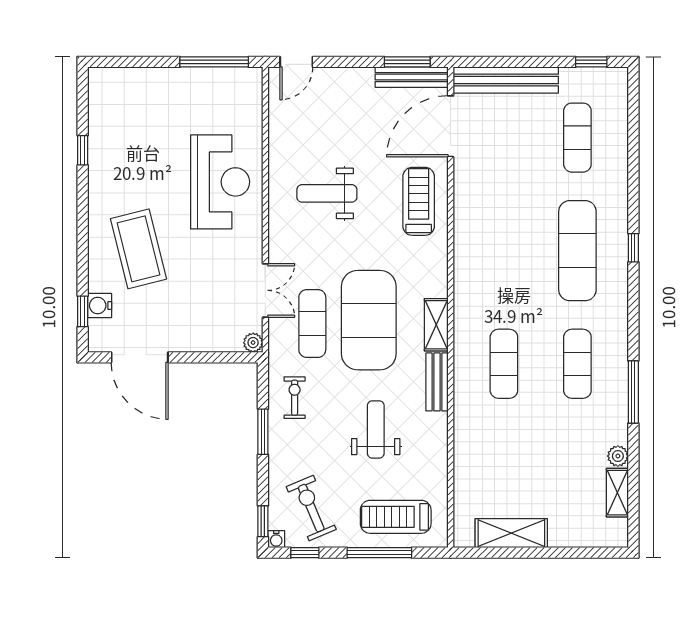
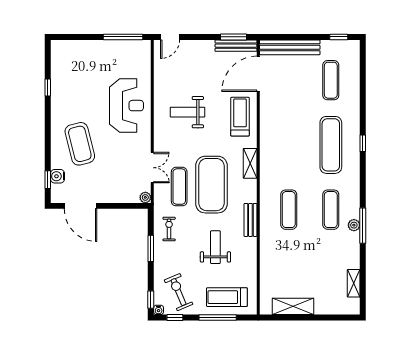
shelving: (436, 325) -> (250, 163), moved
plant: (618, 456) -> (354, 225), moved

